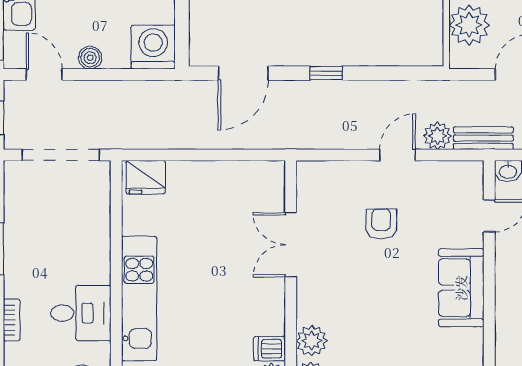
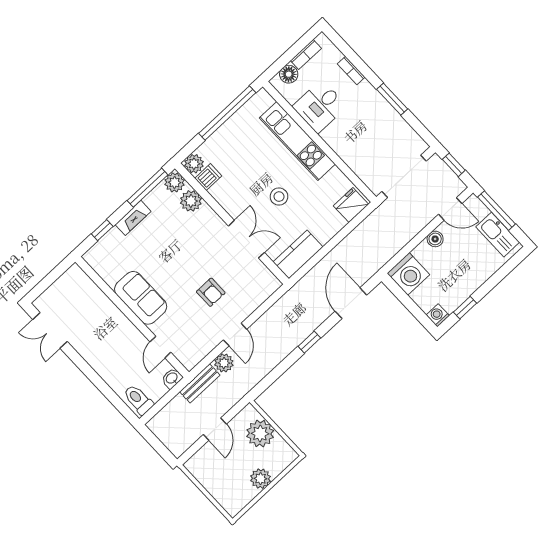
kitchen counter: (251, 177) -> (298, 254), added
stool: (214, 258) -> (279, 197), added

